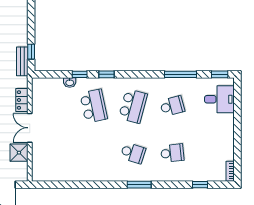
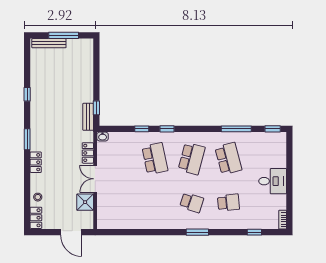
washbasin: (70, 82) -> (103, 137), moved
desk: (219, 99) -> (273, 181), moved
school desk: (172, 106) -> (228, 159), width x1.85

